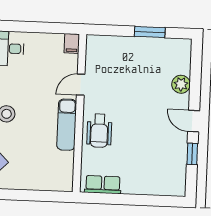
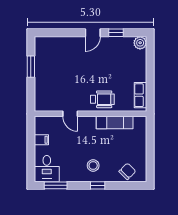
filing cabinet: (72, 43) -> (41, 140), moved
plant: (181, 84) -> (140, 43), moved
exam couch: (67, 125) -> (115, 123), moved

